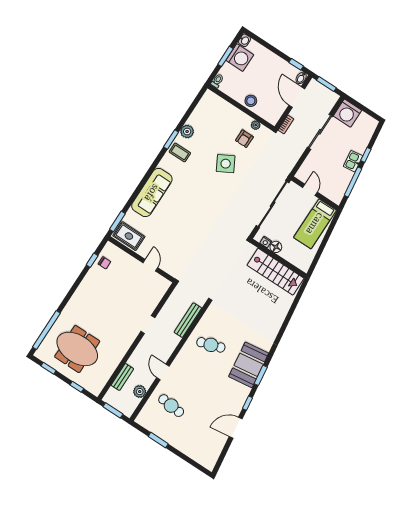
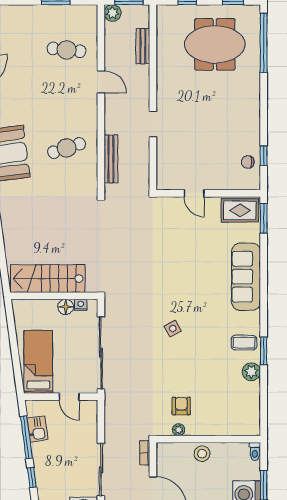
kitchen sink: (353, 161) -> (37, 429), moved
side table: (226, 164) -> (173, 329), moved, width x0.54, depth x0.54
plant: (140, 392) -> (113, 13), moved

